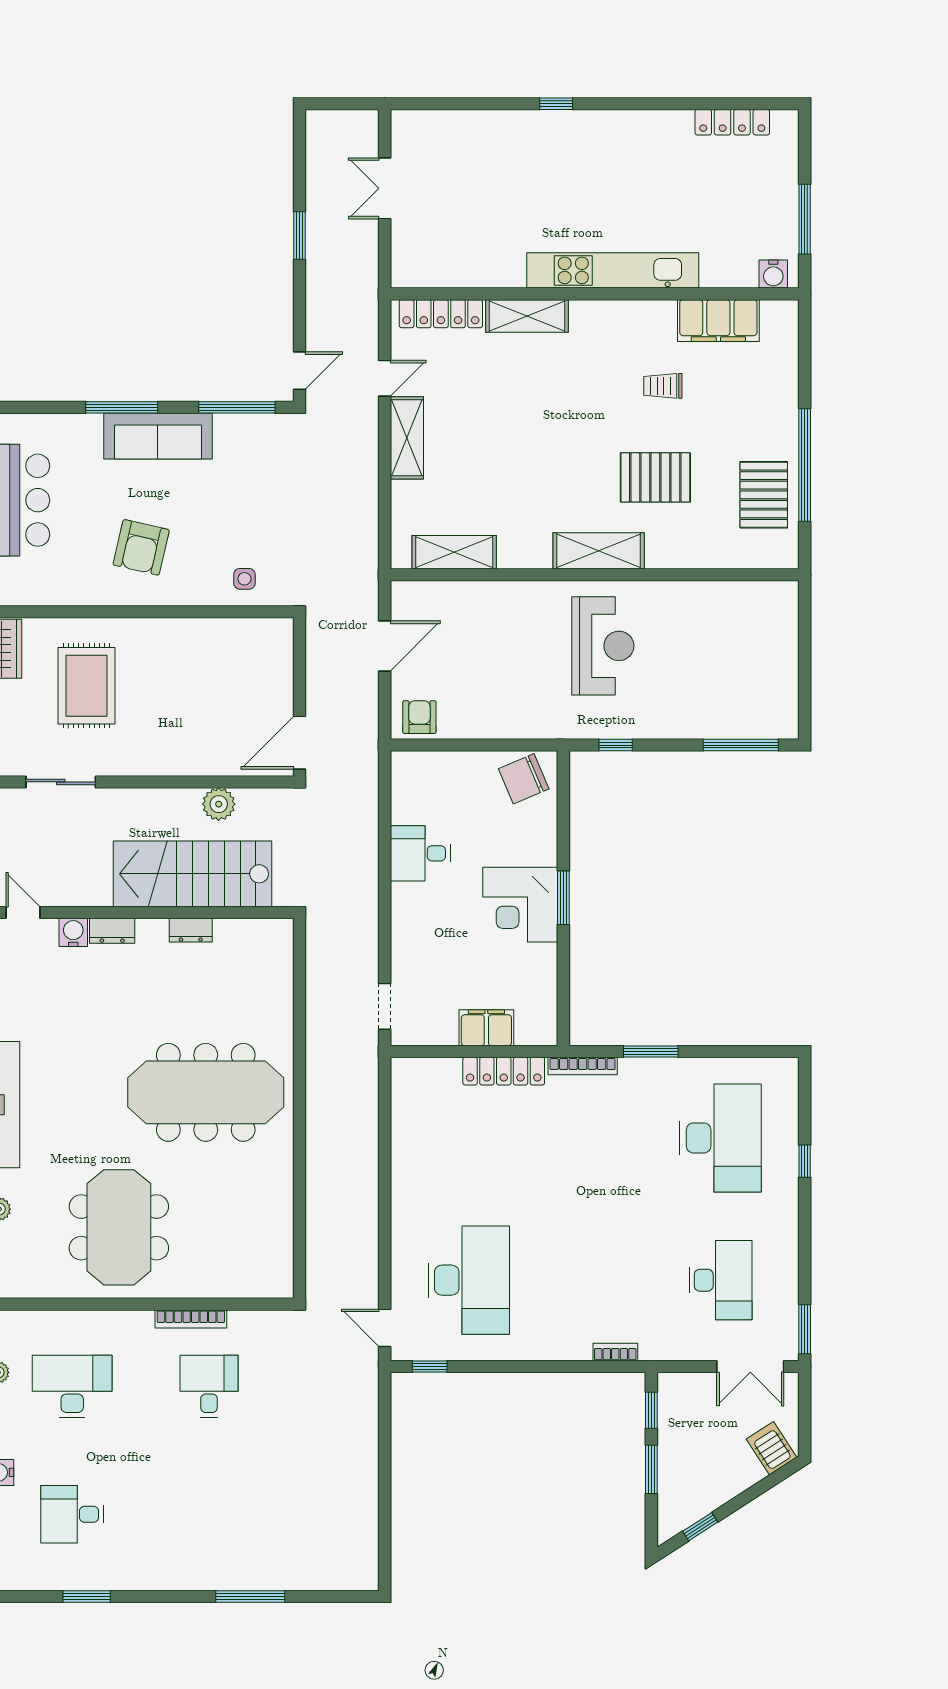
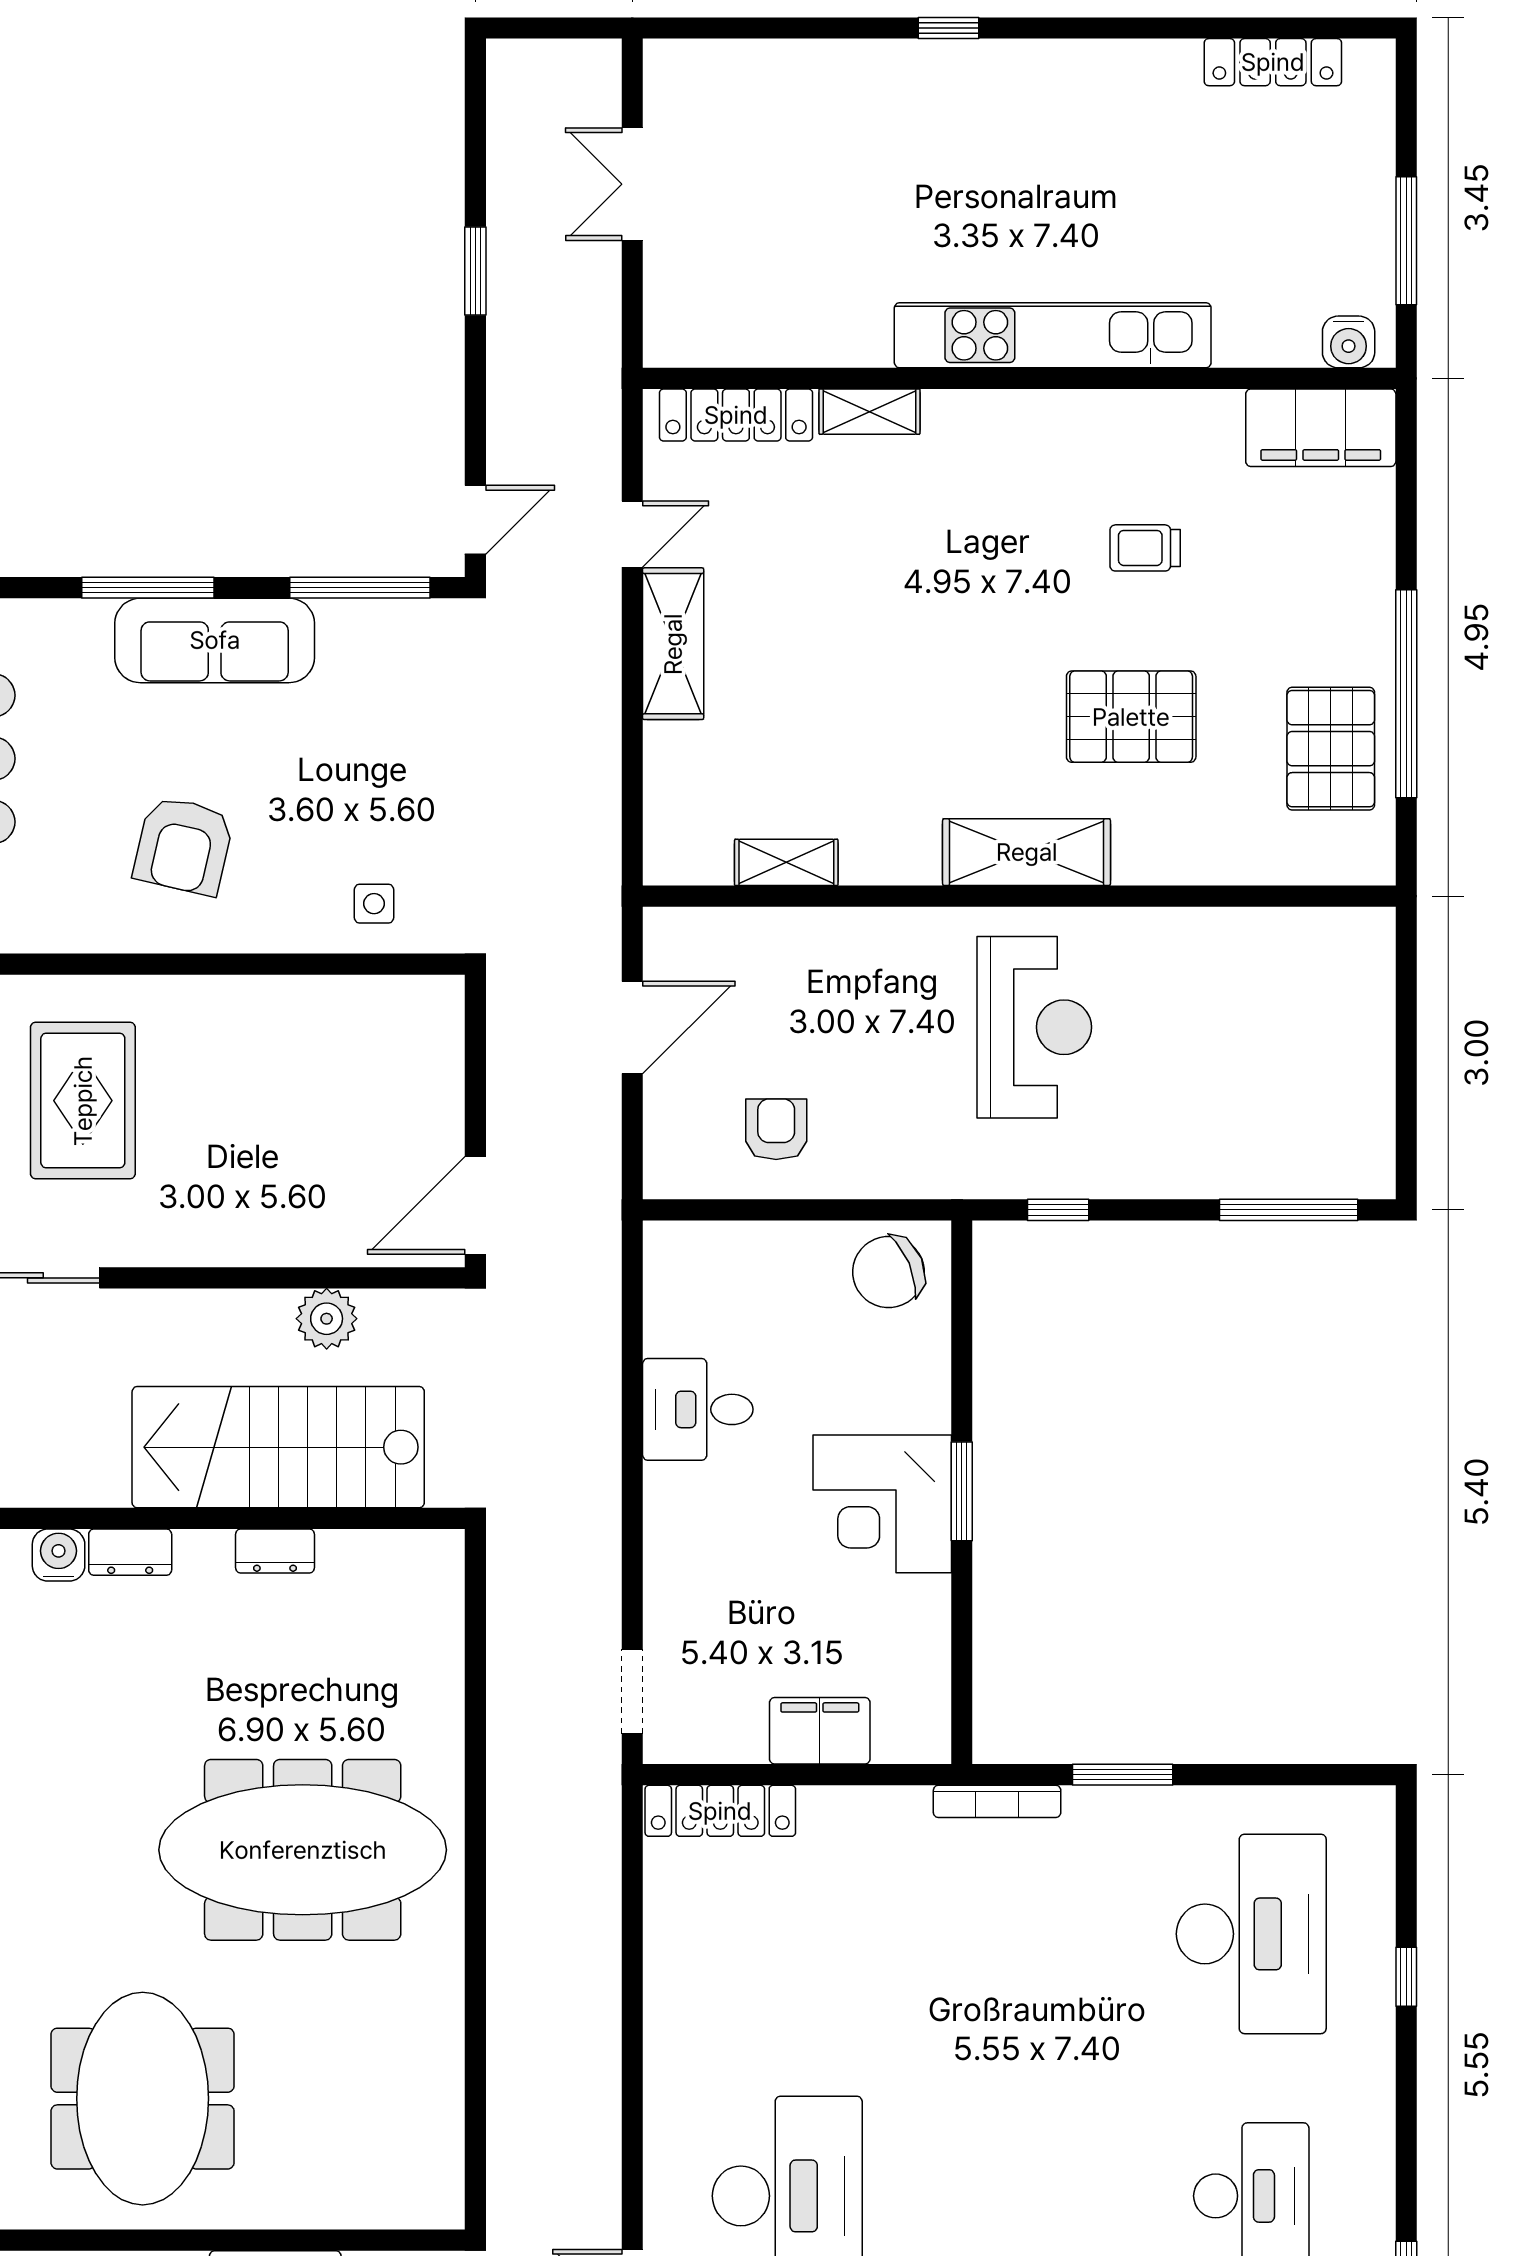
shelving: (527, 316) -> (869, 412), width x0.67, depth x0.75
filing cabinet: (718, 321) -> (1321, 428), moved
shelving: (454, 552) -> (786, 862), width x0.67, depth x0.75
armchair: (419, 717) -> (776, 1129), moved
locker: (504, 1071) -> (720, 1811), moved

